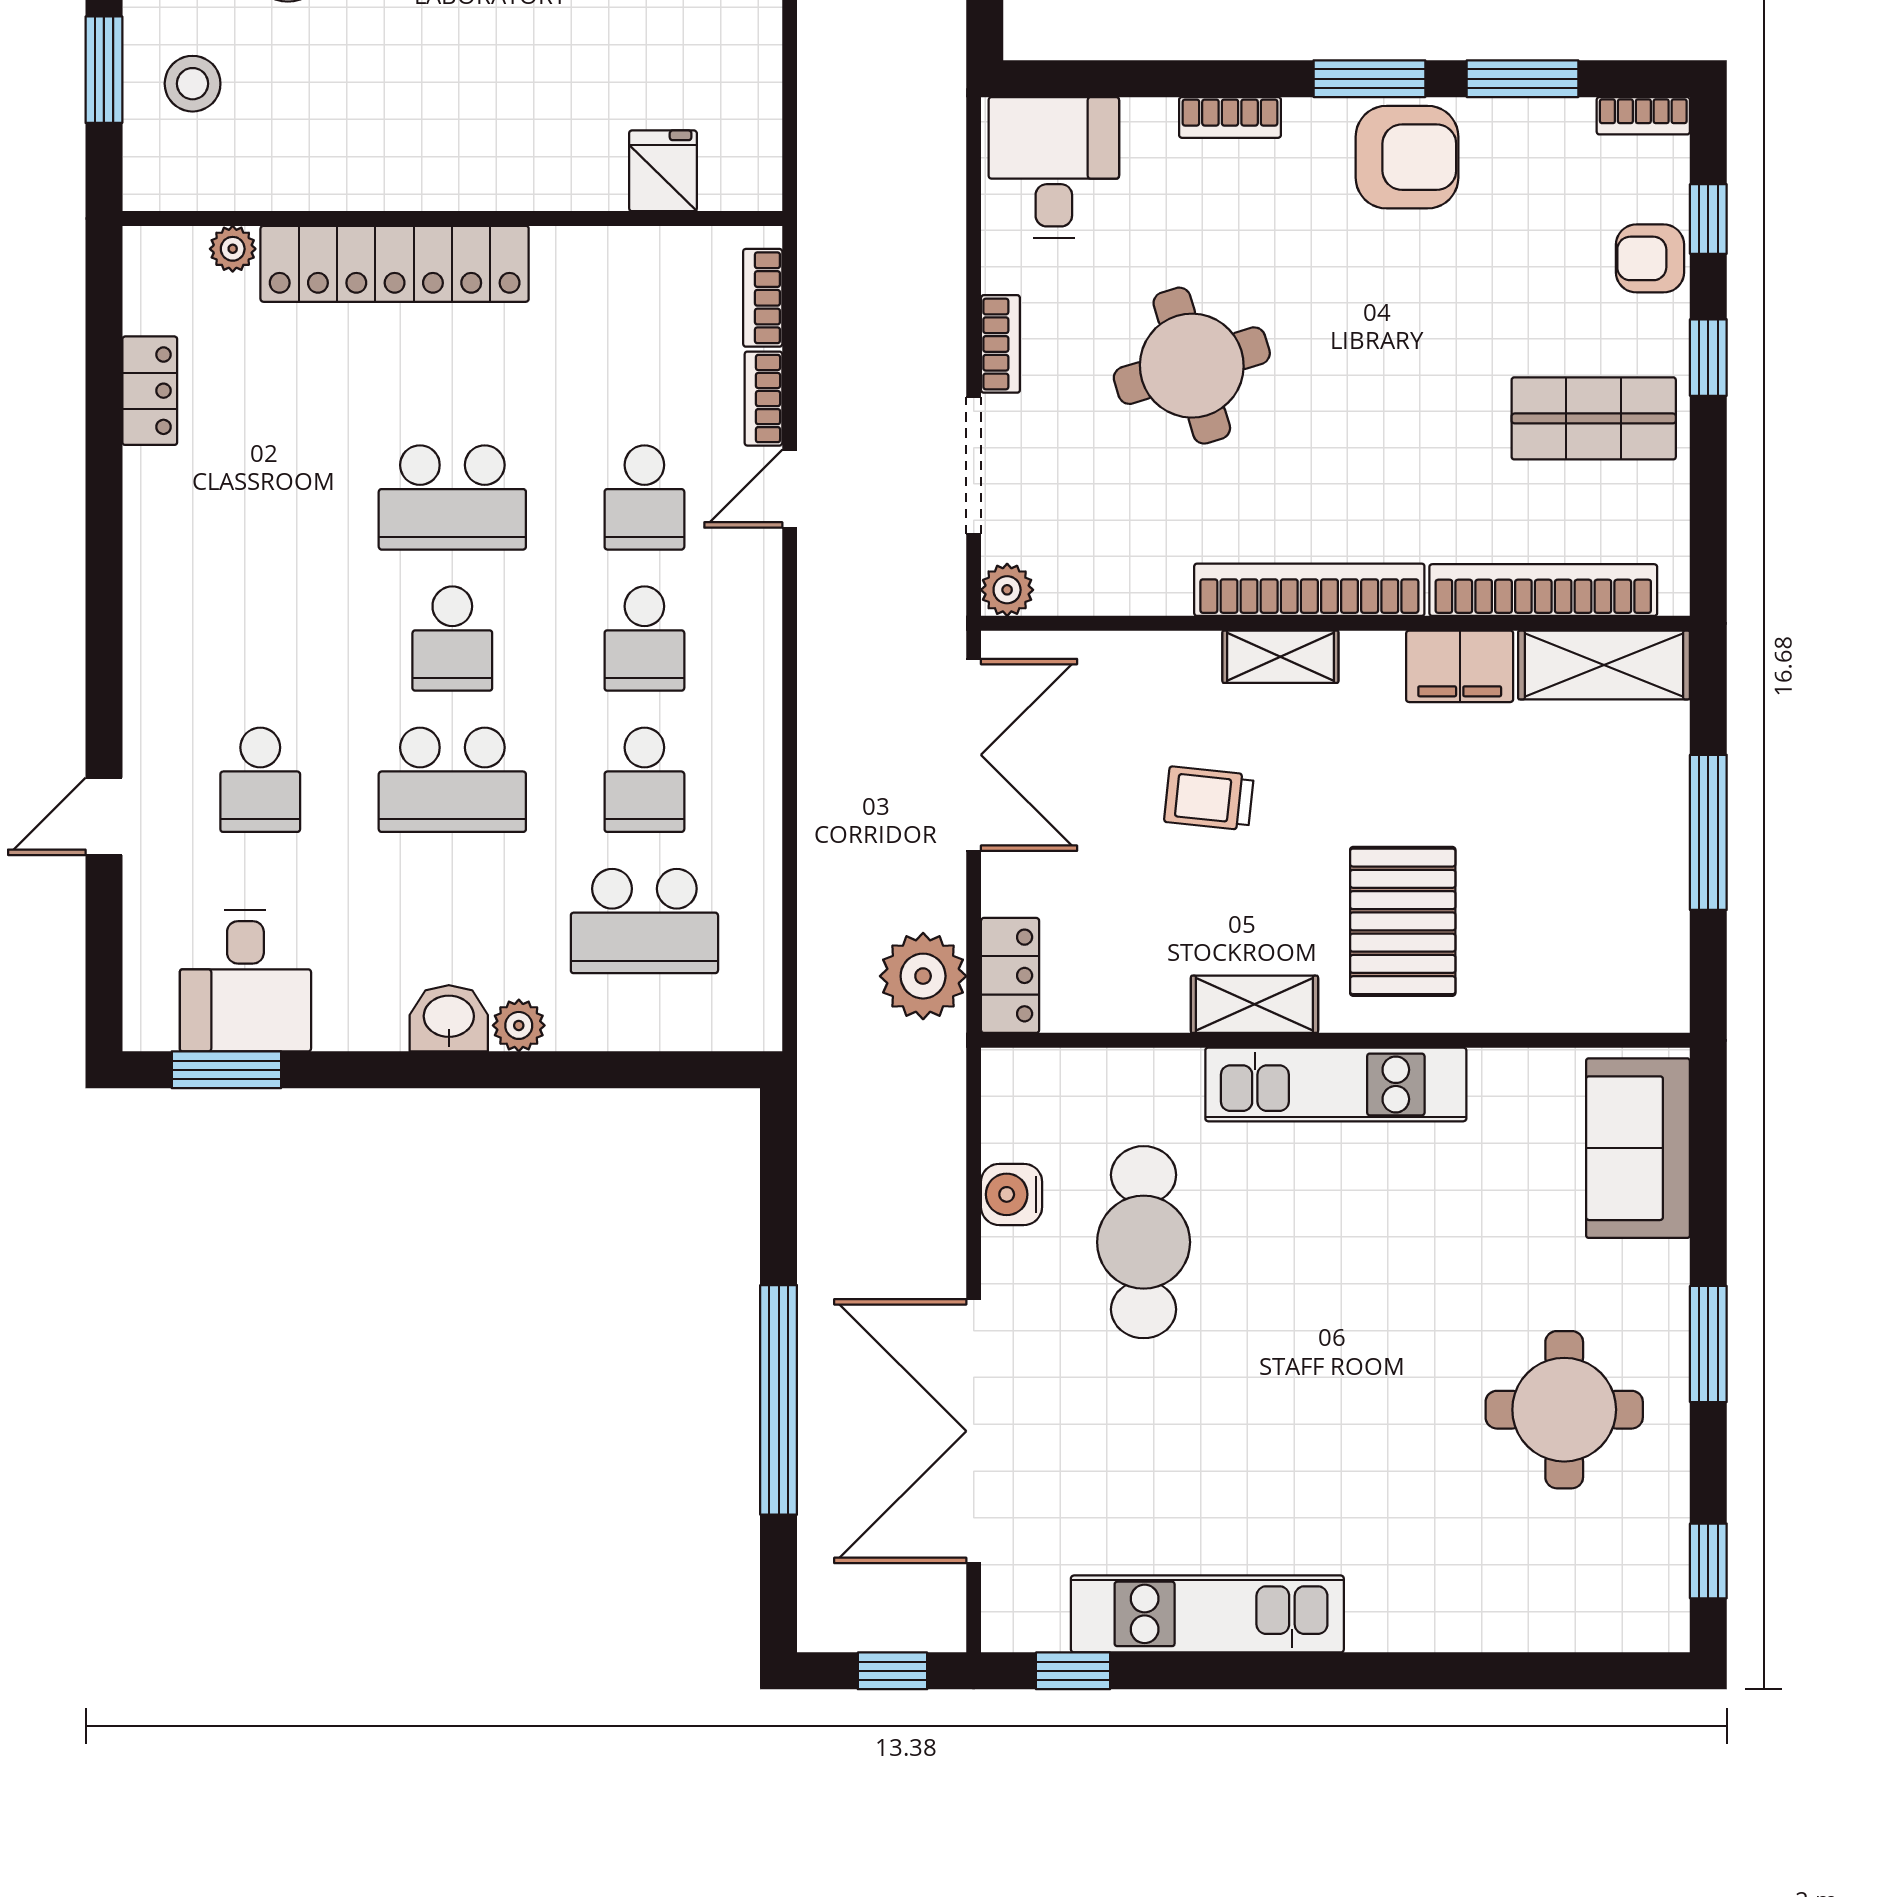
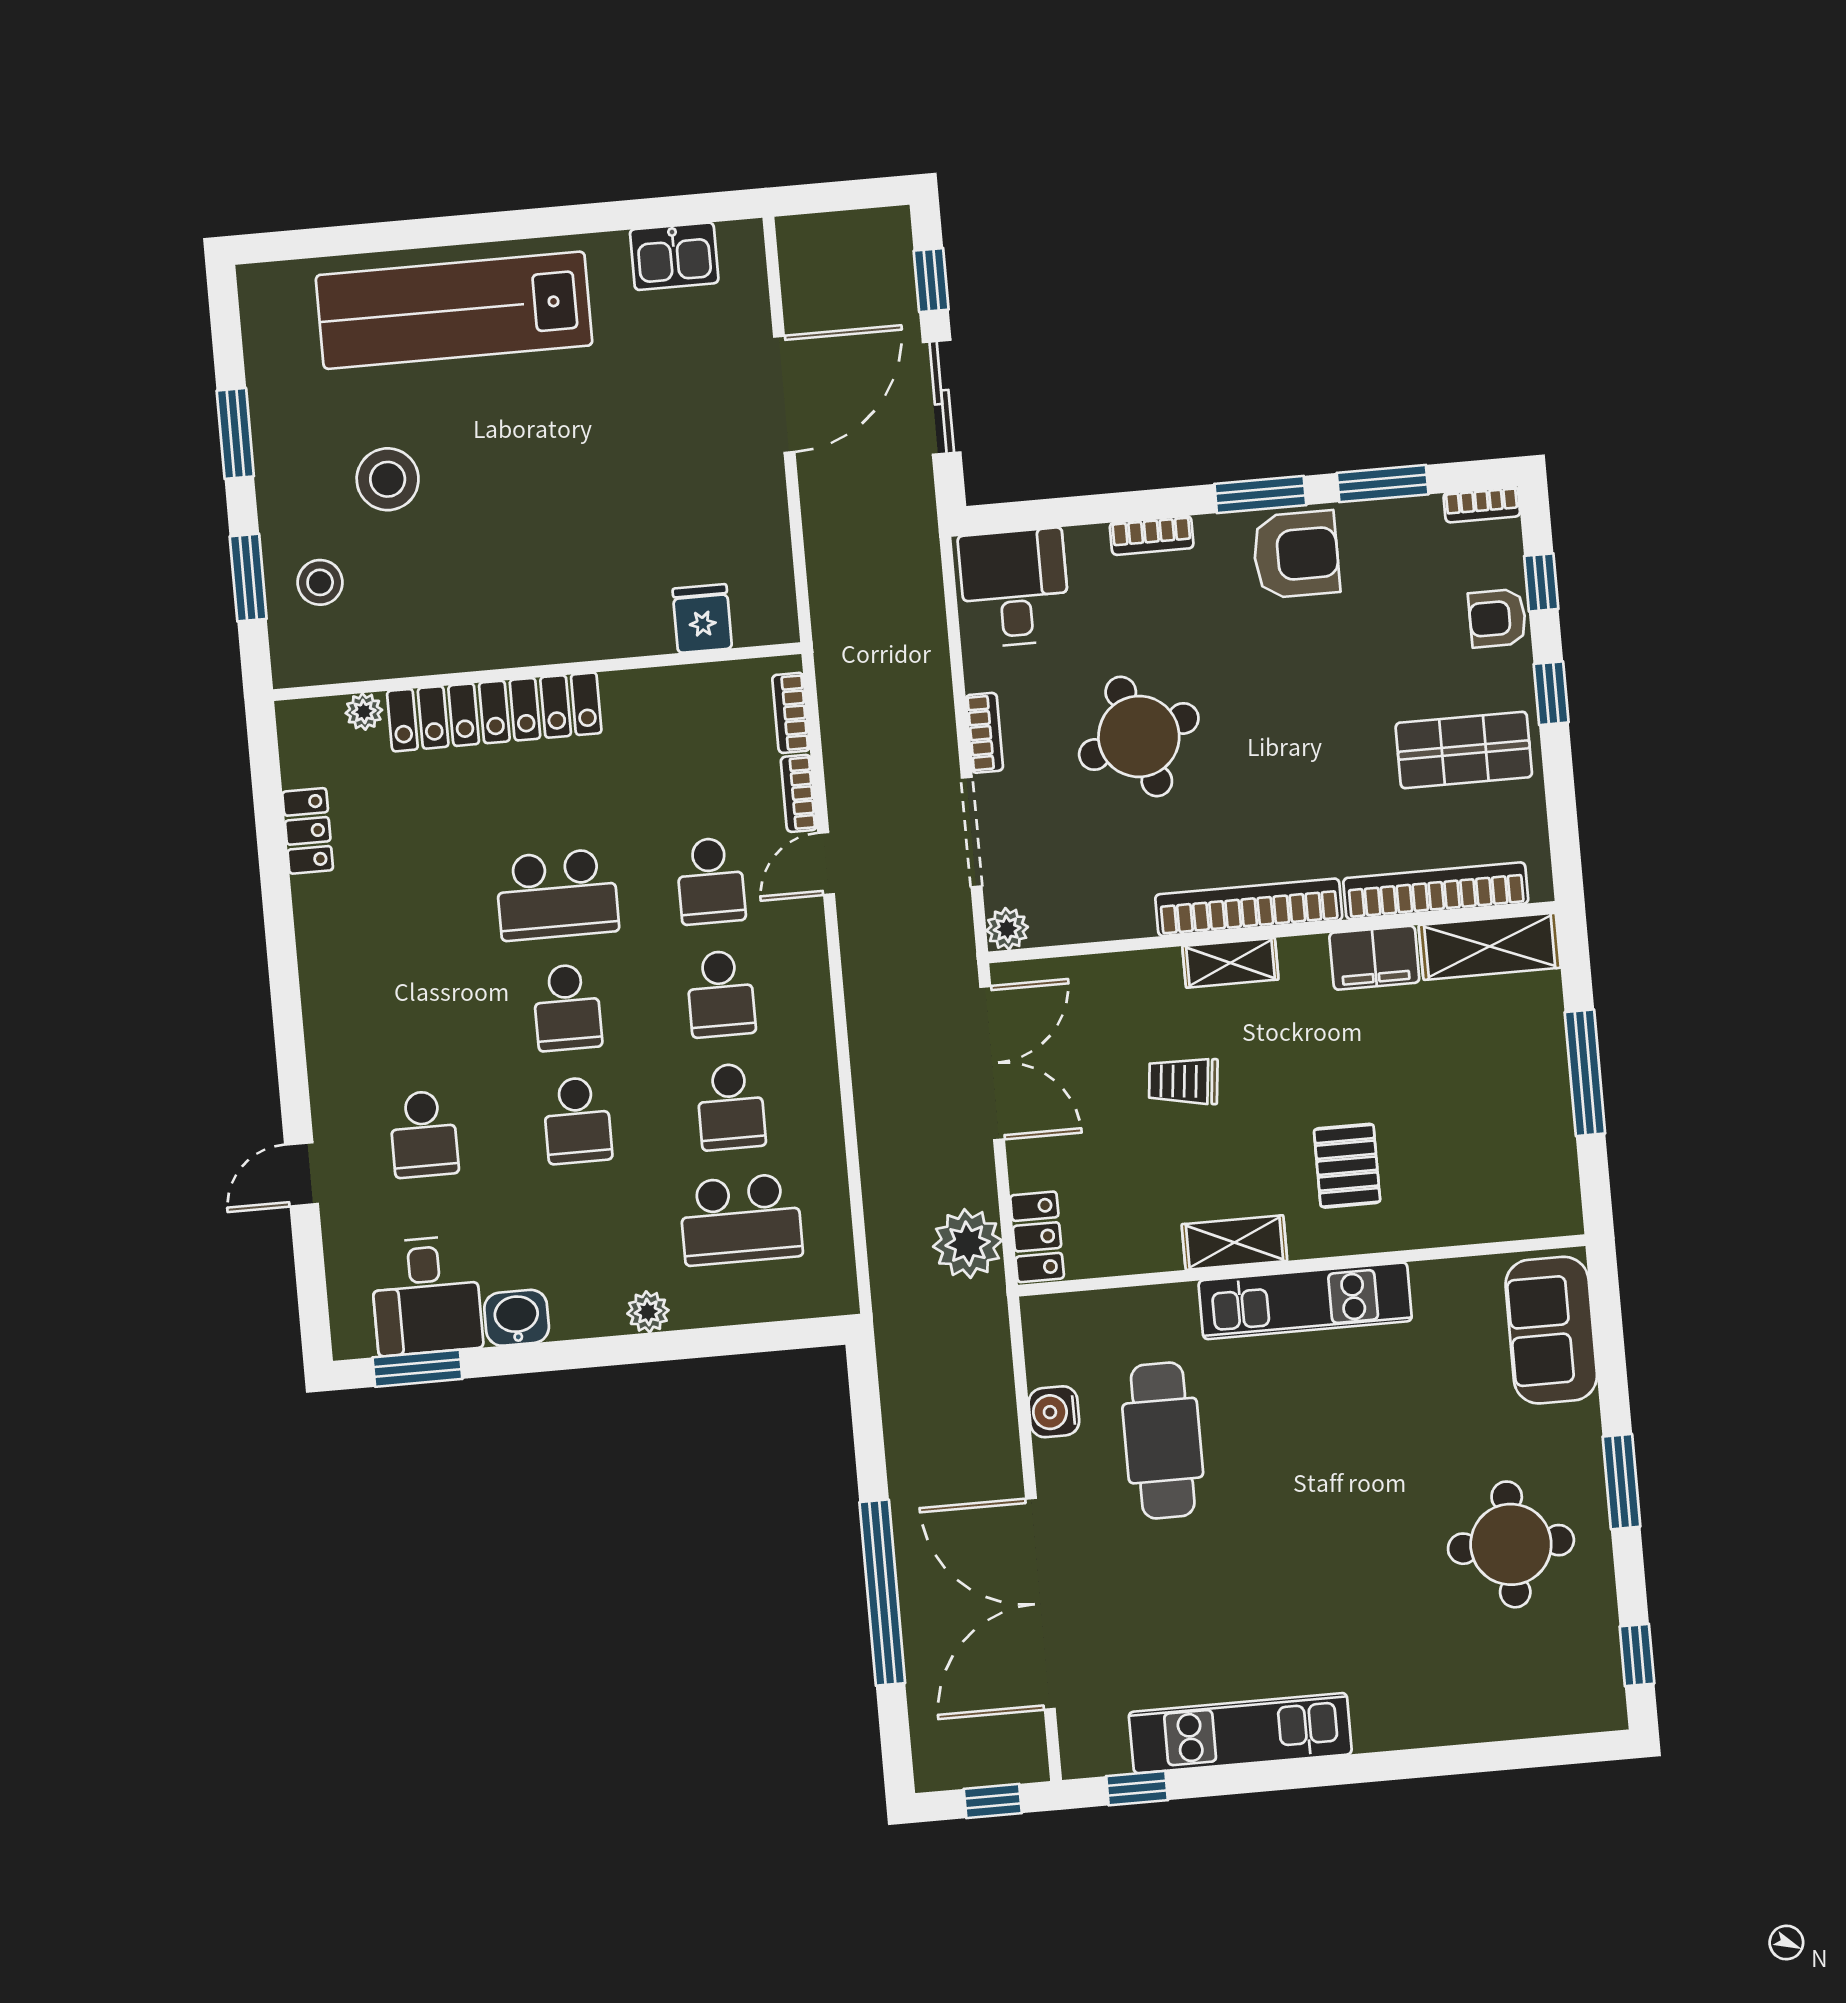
school desk: (452, 780) -> (577, 1120), width x0.54
pallet: (1403, 921) -> (1347, 1166), width x0.67, depth x0.71
washbasin: (449, 1018) -> (517, 1318), moved

